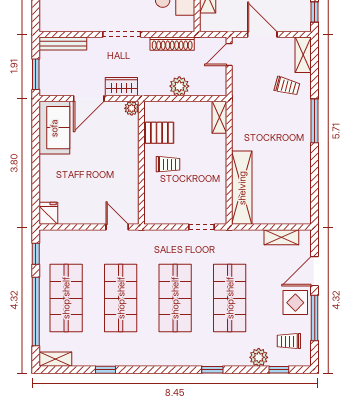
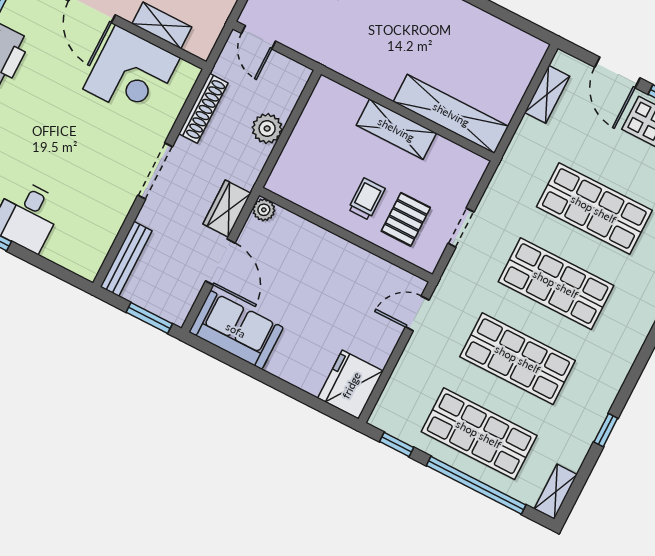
shelving: (219, 117) -> (396, 129), moved, width x1.50, depth x1.33
pallet: (159, 133) -> (406, 219), moved
fridge: (48, 213) -> (351, 385), width x1.88, depth x1.34
doorway: (201, 227) -> (461, 228), moved

